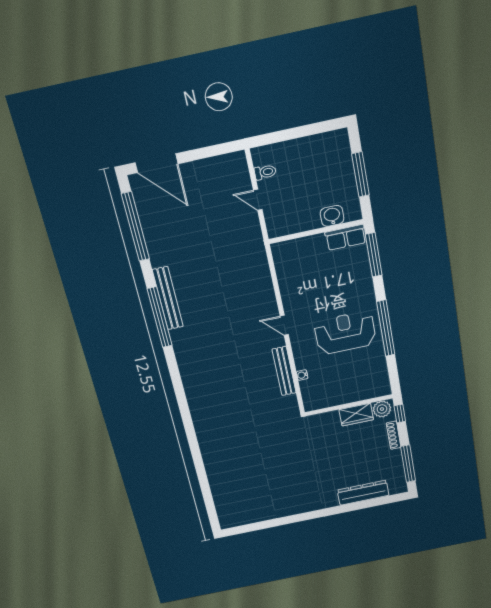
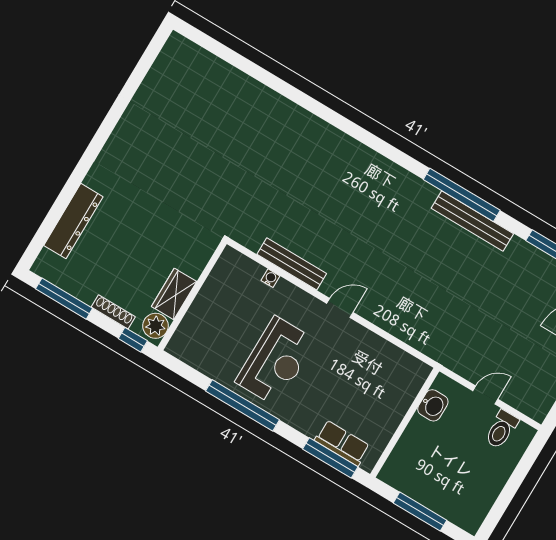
toilet: (265, 172) -> (501, 429), width x1.37, depth x1.39
washbasin: (332, 216) -> (433, 405), moved
row of seats: (346, 237) -> (342, 443), moved, turned 90

